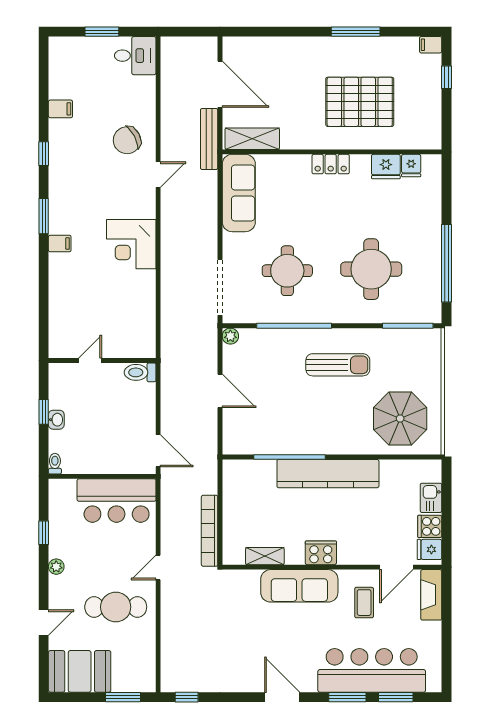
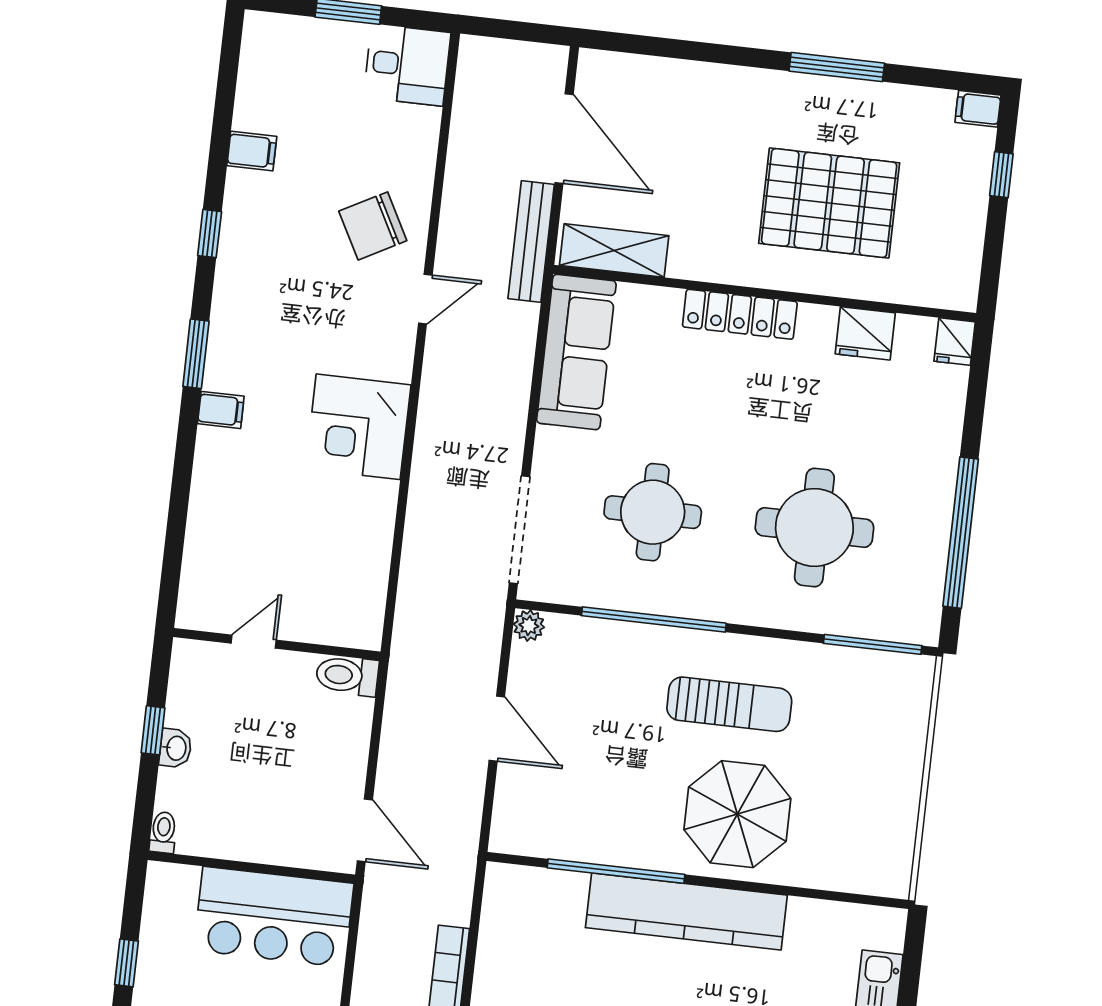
locker: (331, 164) -> (740, 314), width x1.53
fridge: (411, 166) -> (955, 342), moved
parasol: (400, 419) -> (737, 814), moved

